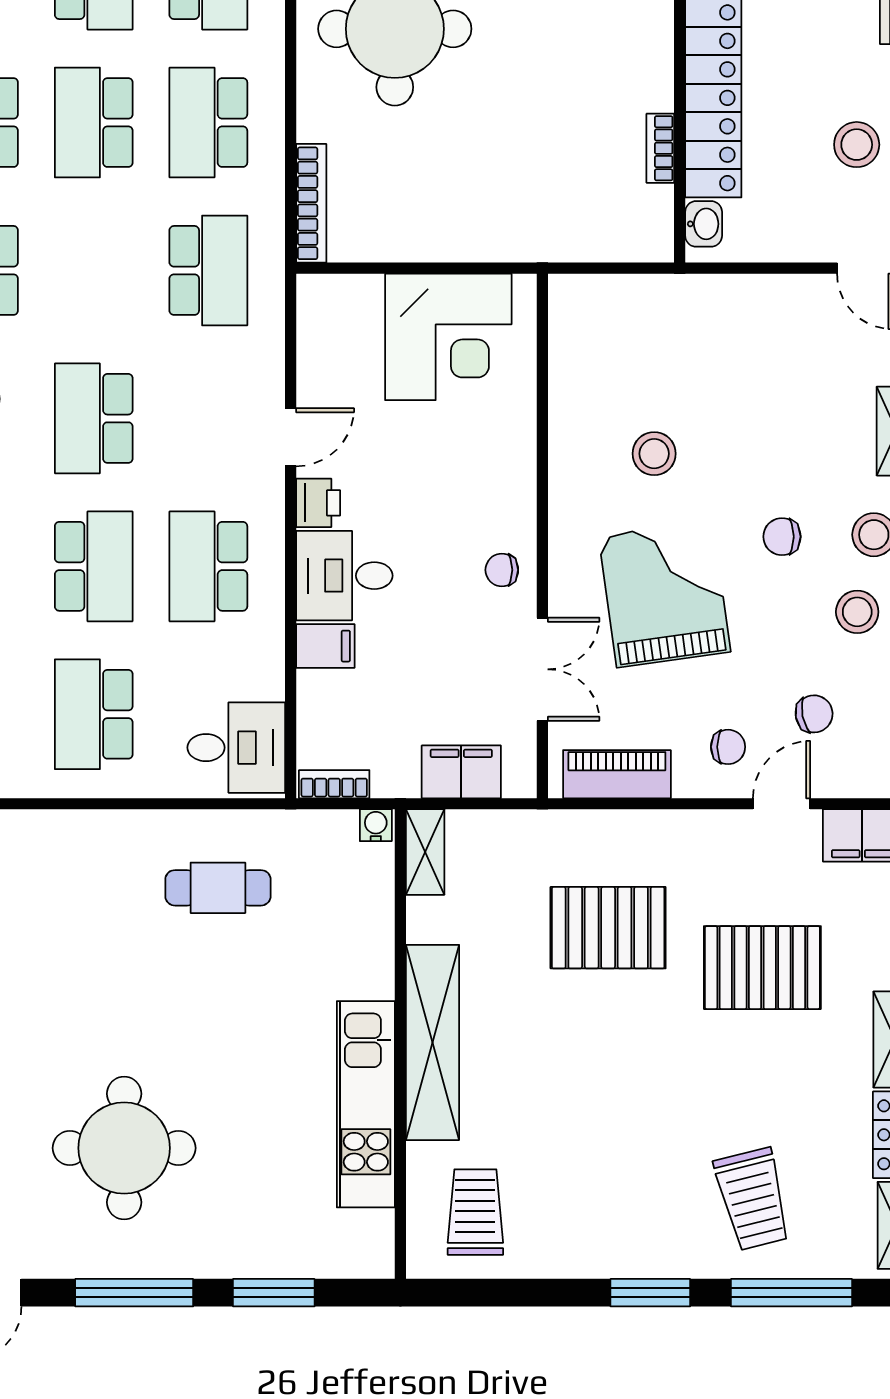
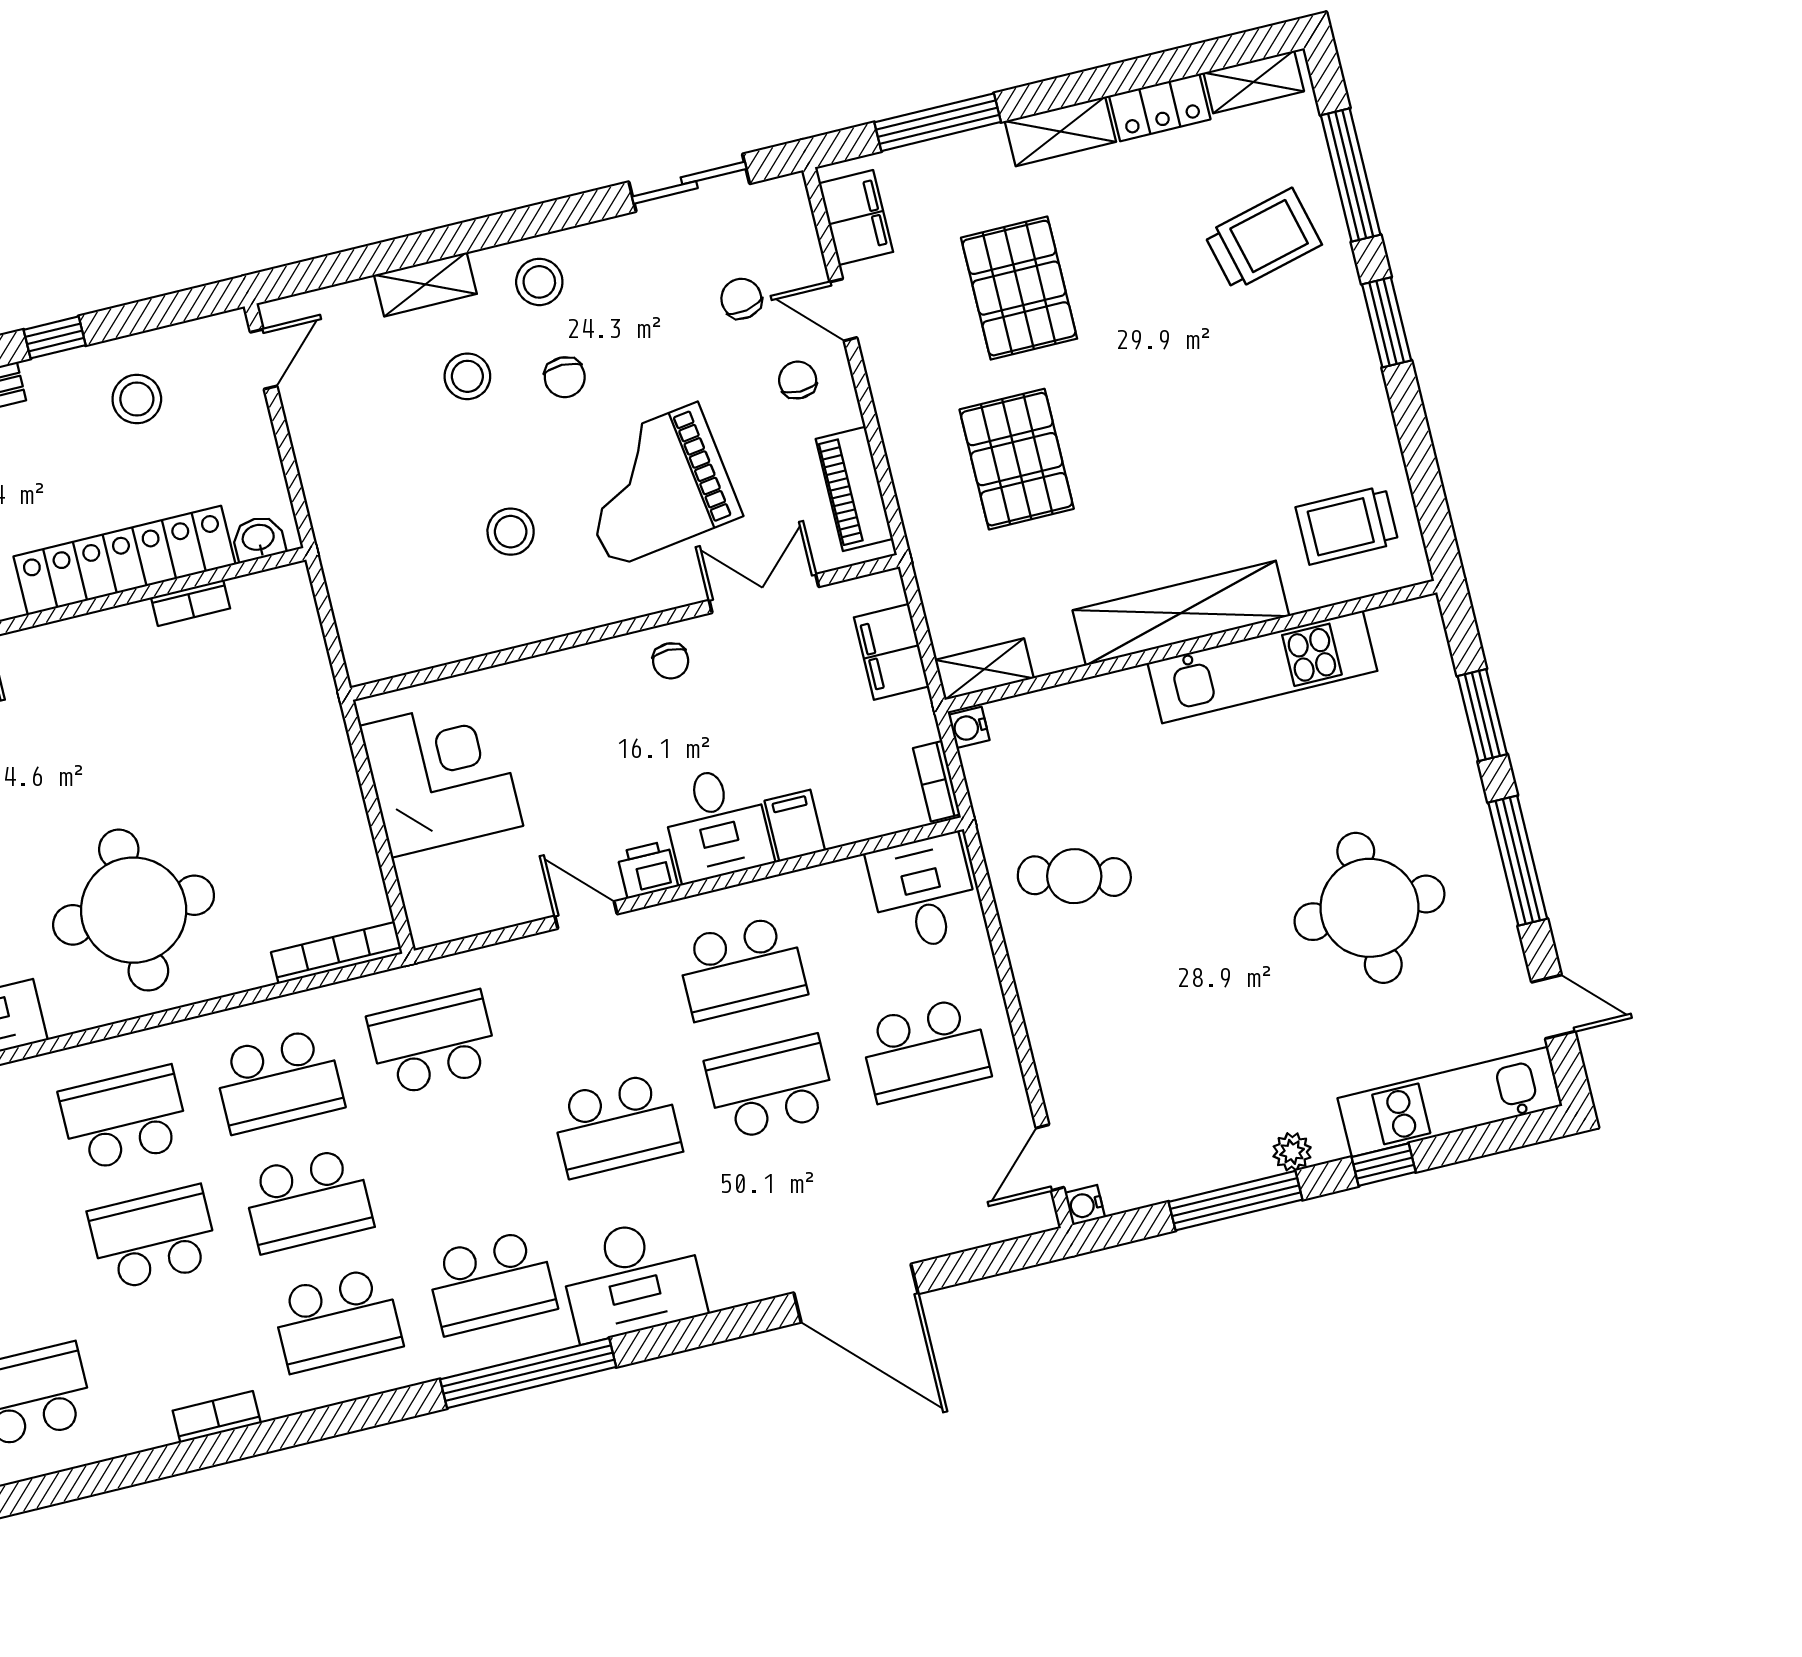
stool: (857, 612) -> (467, 376), moved
cafe table: (218, 888) -> (1074, 876), turned -75

